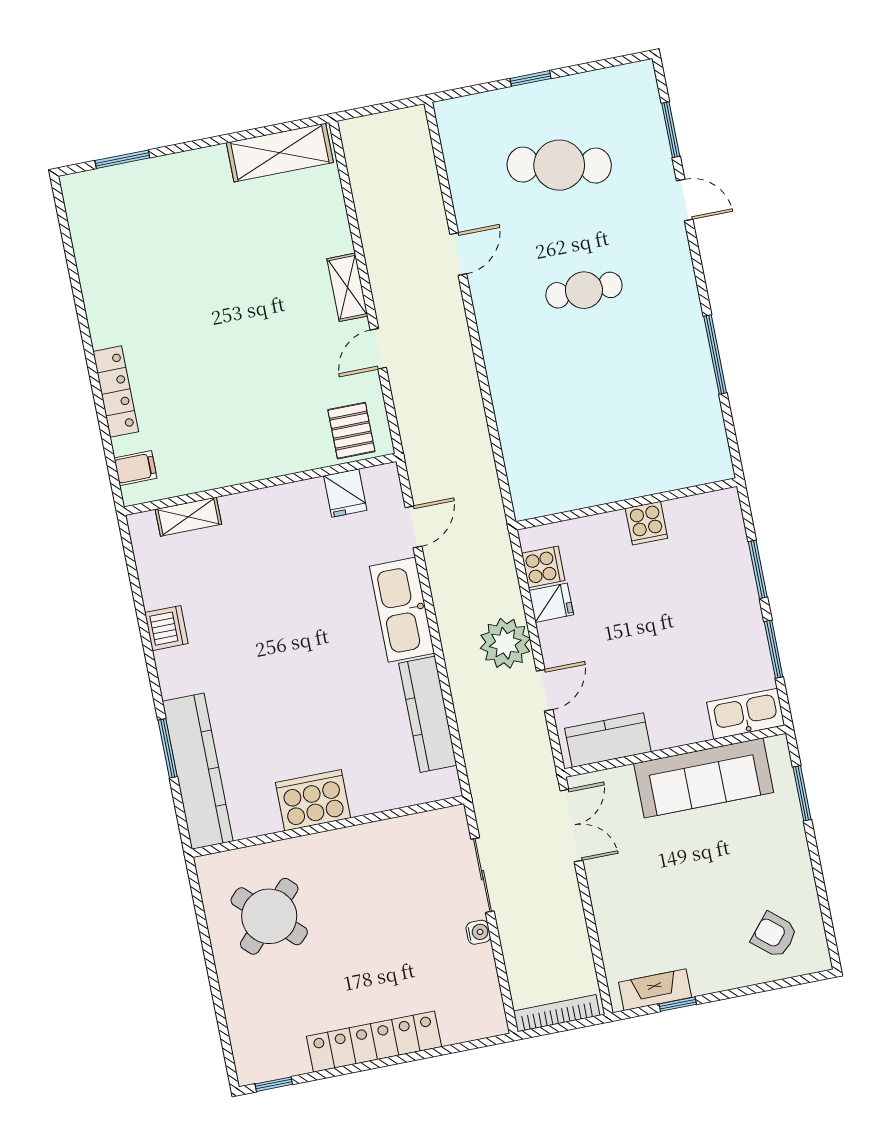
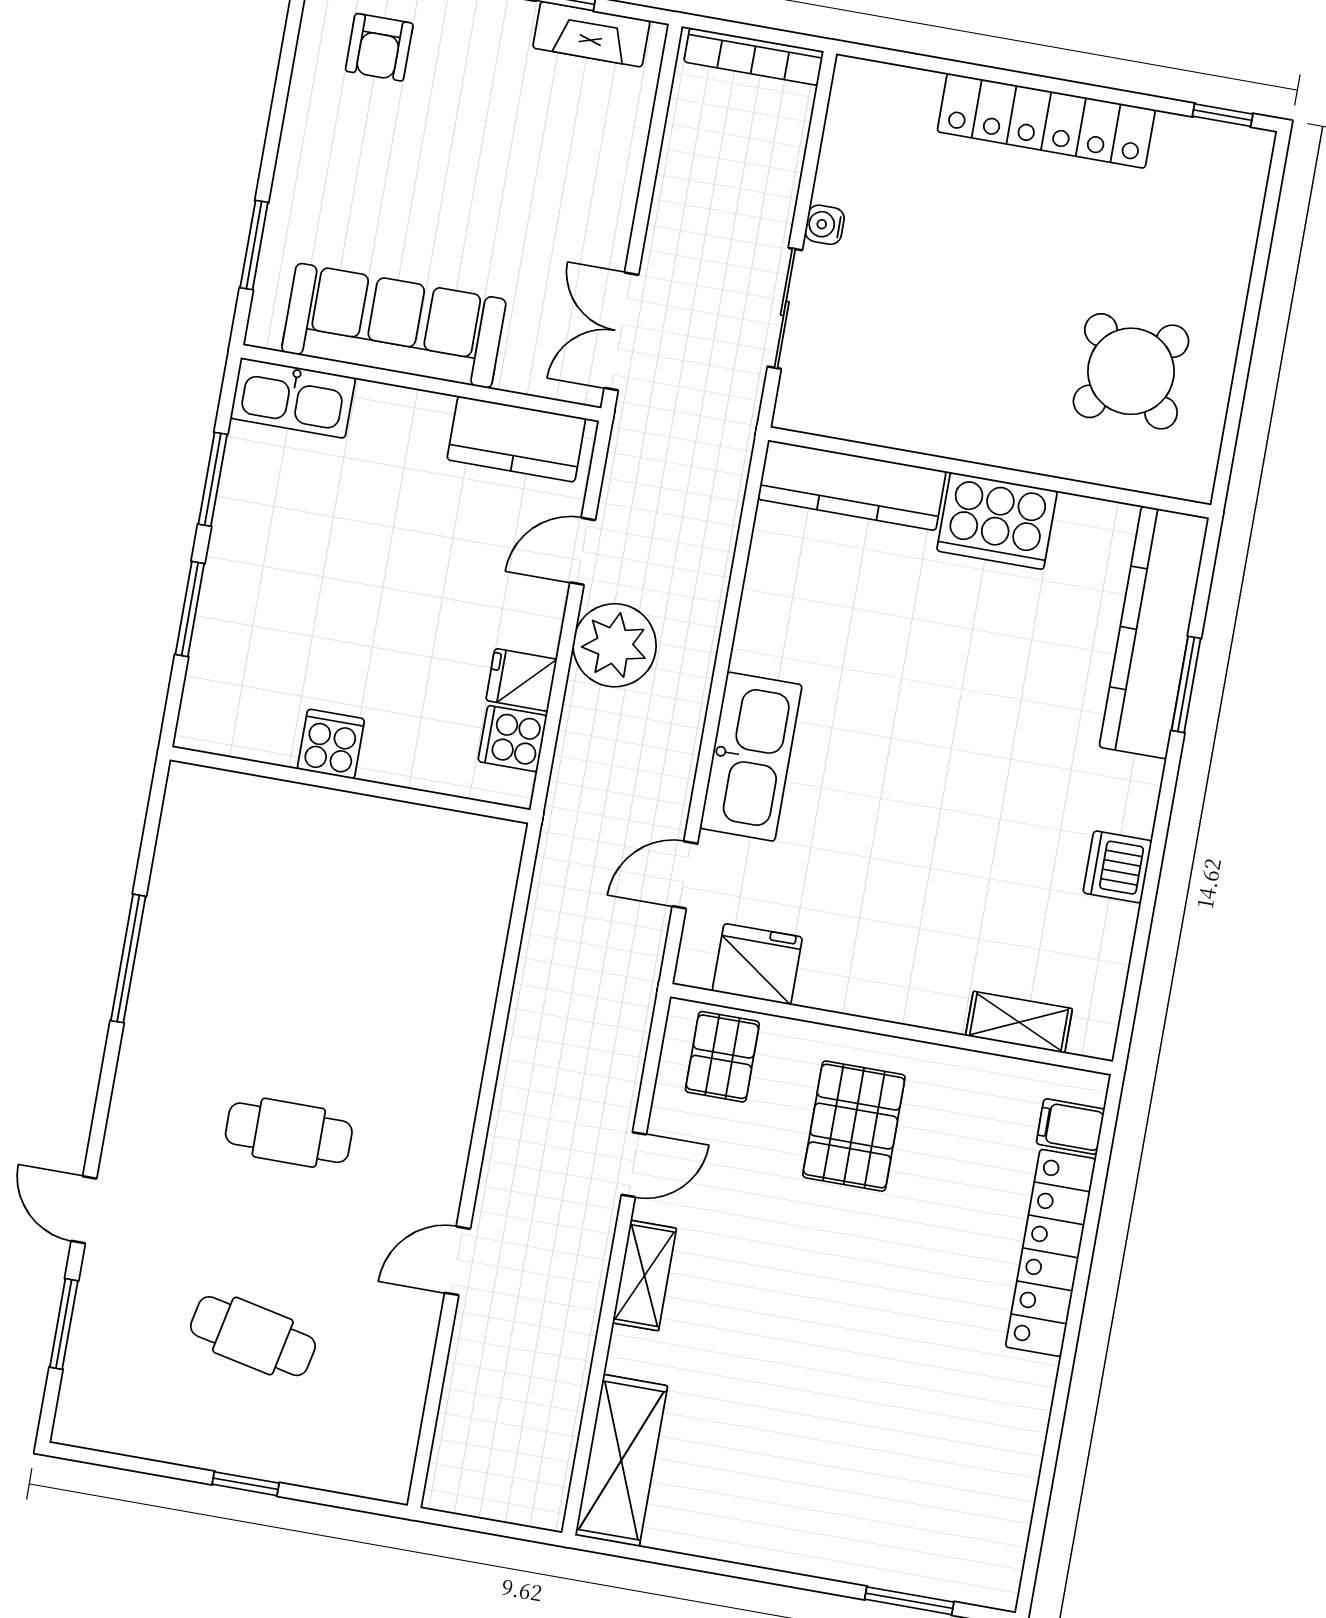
shelving: (280, 153) -> (621, 1461), moved, turned 90
cafe table: (559, 165) -> (253, 1336), width x0.73, depth x0.74
locker: (116, 392) -> (1051, 1253), width x1.41, depth x1.21
pallet: (260, 420) -> (854, 1126), added
fridge: (345, 493) -> (757, 964), width x1.38
kitchen counter: (428, 714) -> (852, 485), moved, turned 90
armchair: (774, 935) -> (379, 47), turned 50

